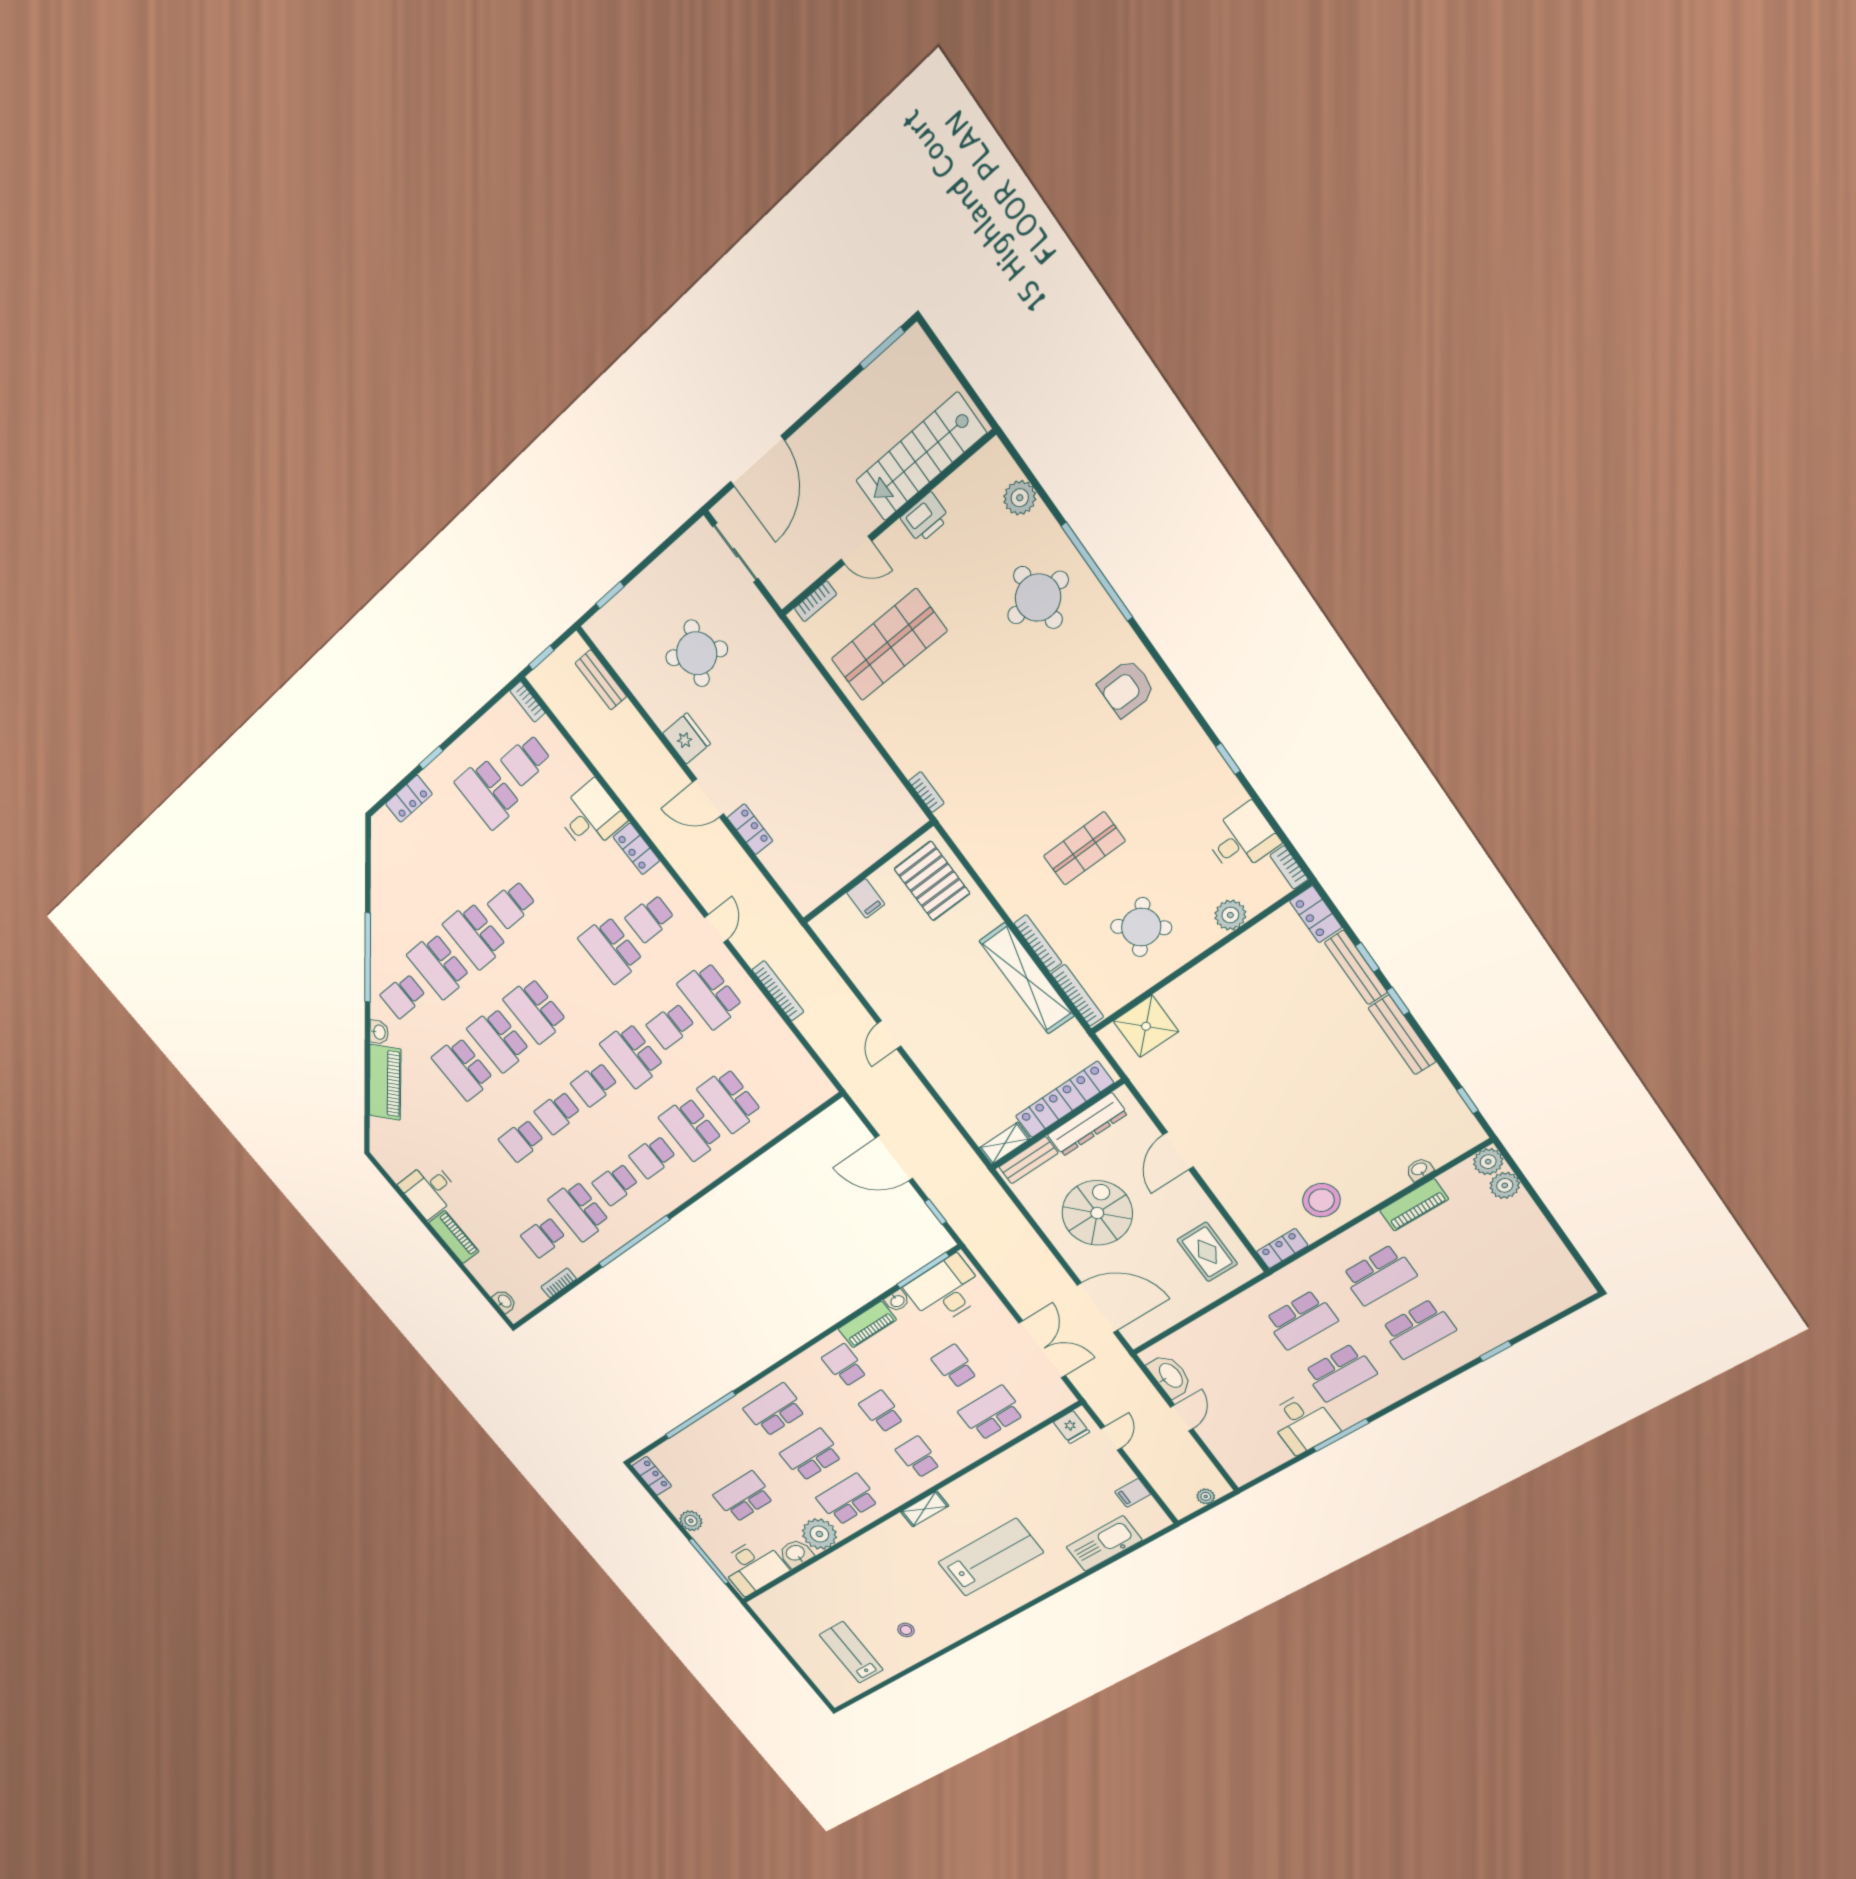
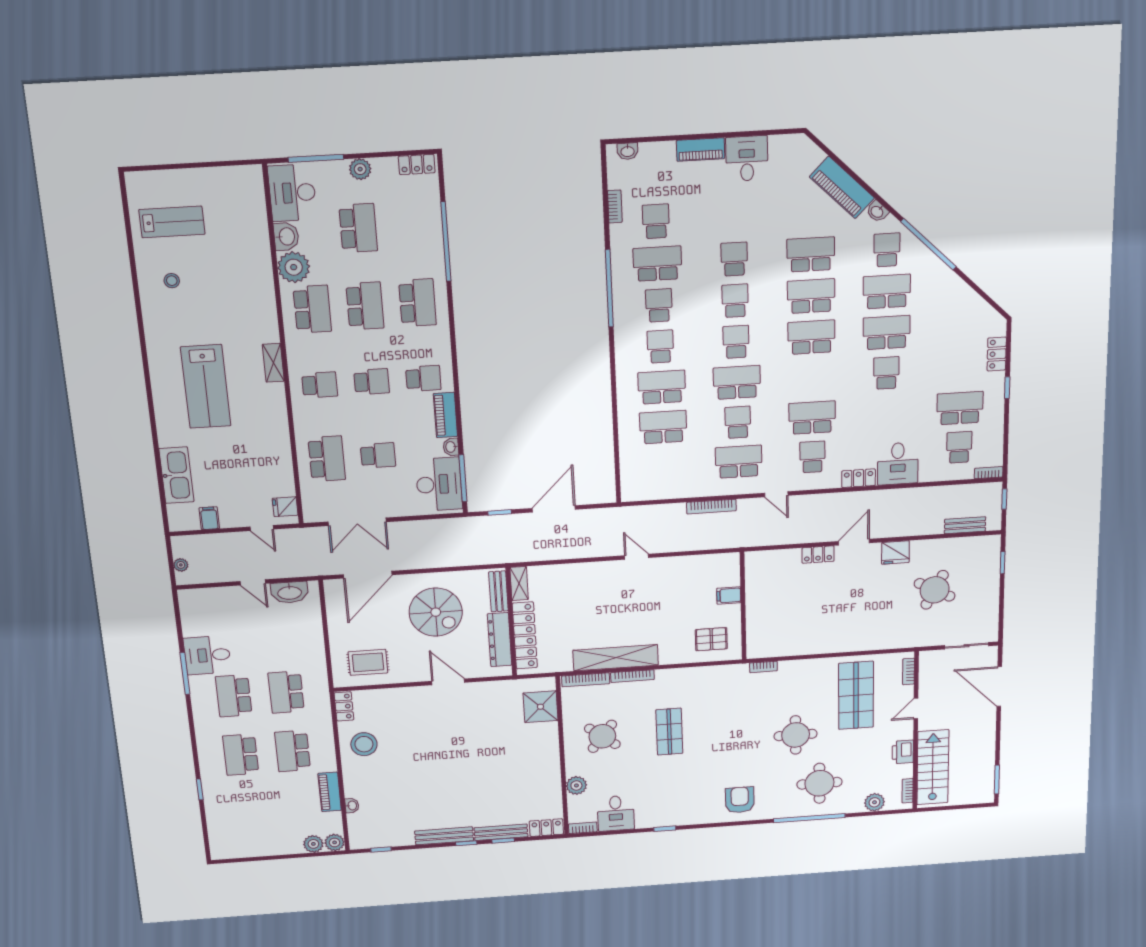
bookcase: (975, 464) -> (908, 791), added
round table: (990, 683) -> (796, 735), added
pallet: (932, 881) -> (711, 639), width x0.67, depth x0.71

